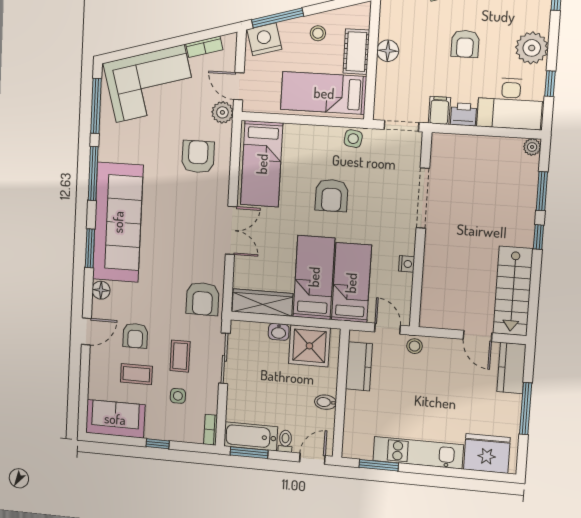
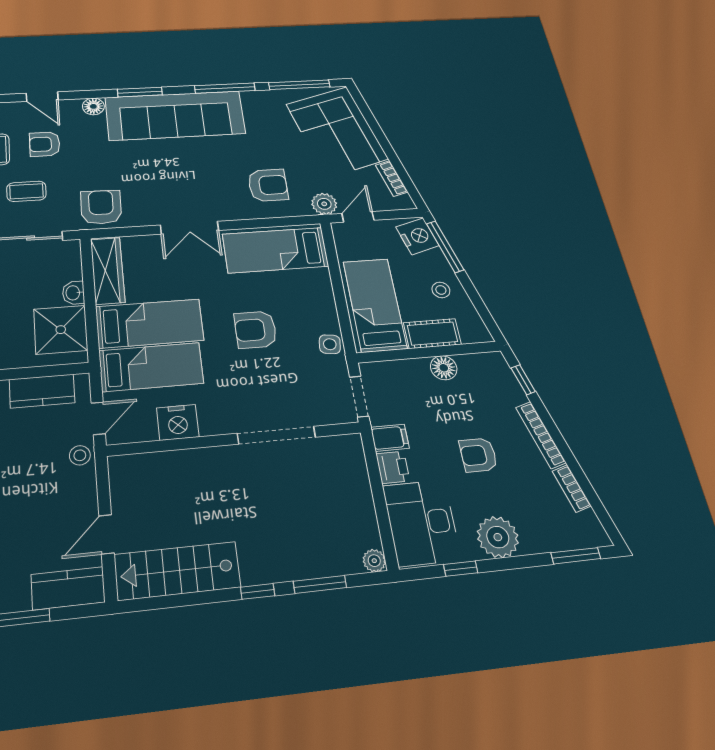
nightstand: (407, 264) -> (178, 422), width x1.89, depth x1.79
armchair: (203, 299) -> (101, 207), turned 91

